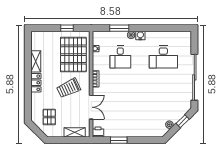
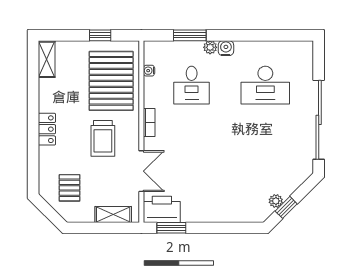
shelving: (36, 61) -> (47, 59), moved
trolley: (69, 88) -> (103, 138), turned -65
window: (183, 121) -> (286, 207), moved
printer: (98, 132) -> (162, 209), width x1.87, depth x1.48
window: (119, 140) -> (171, 228), moved

